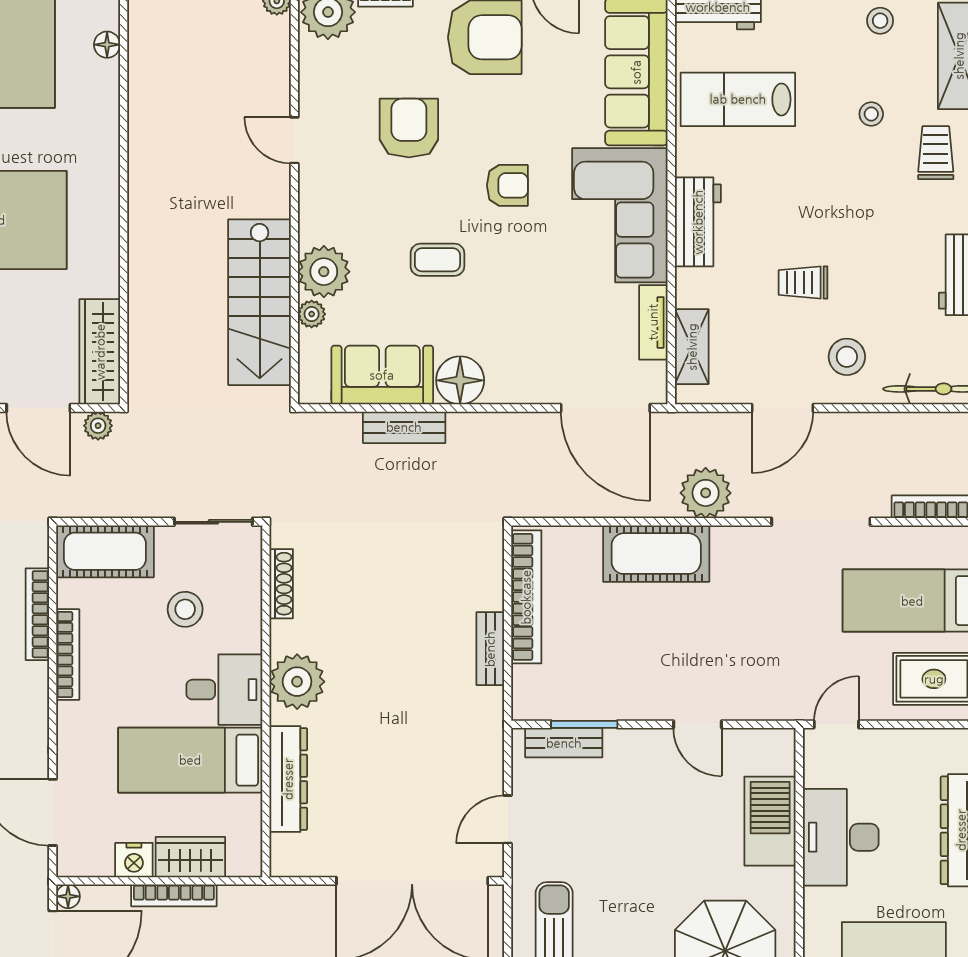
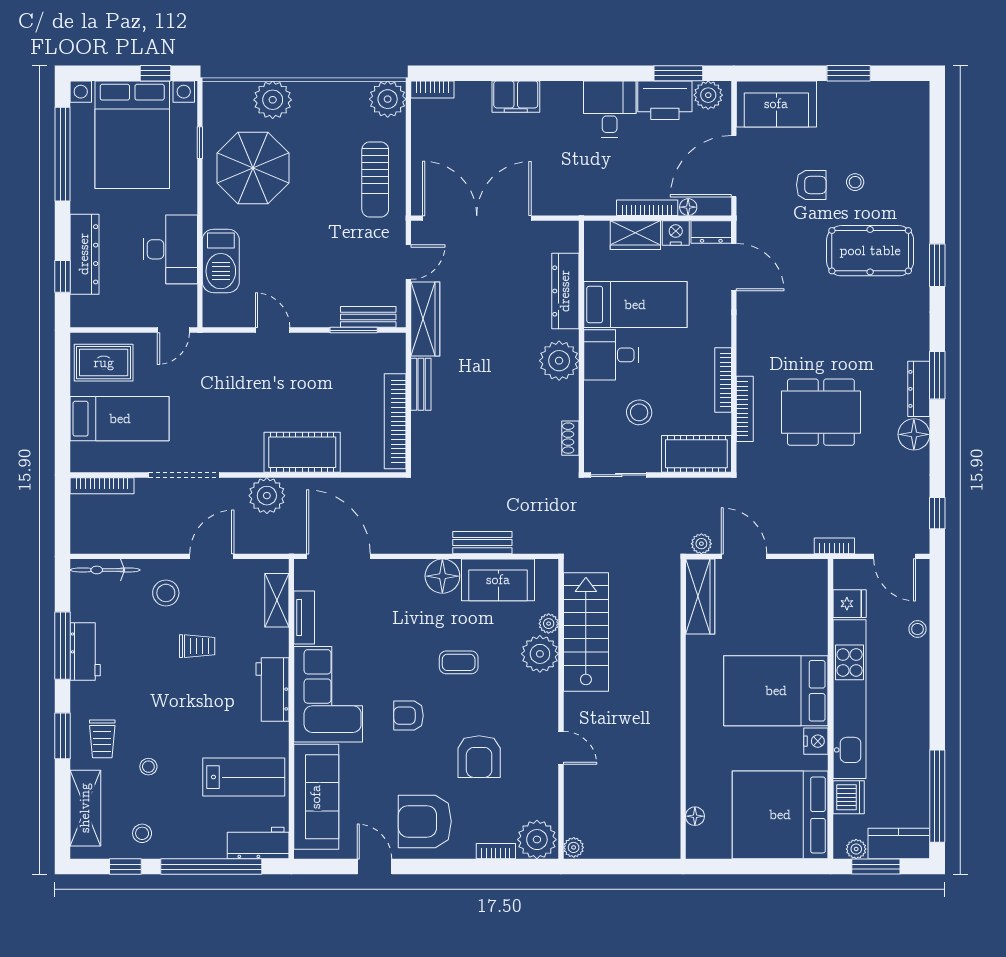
shoe rack: (281, 584) -> (570, 438), width x0.70
wardrobe: (484, 740) -> (425, 319), added
dresser: (84, 862) -> (711, 232), added
floor lamp: (68, 896) -> (688, 207), moved

